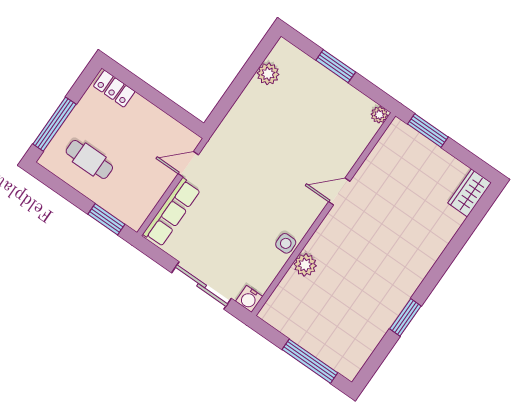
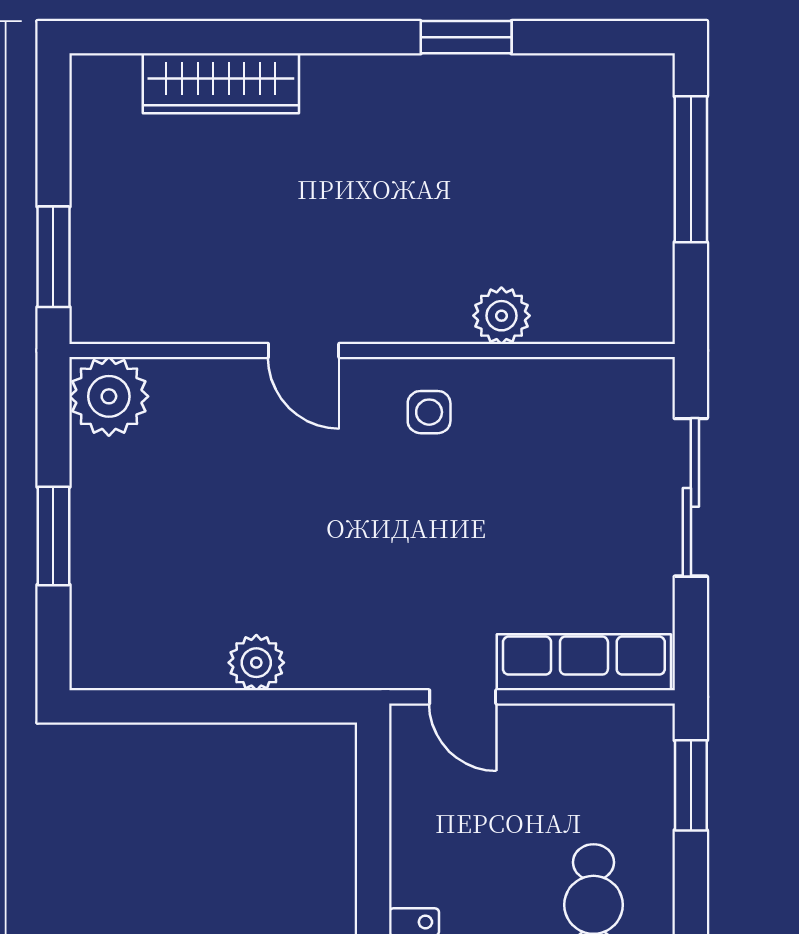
plant: (268, 74) -> (256, 663), moved
plant: (379, 115) -> (109, 396), width x1.87, depth x1.87
wardrobe: (470, 193) -> (221, 83), moved, width x1.50
side table: (286, 243) -> (429, 412), moved
water cooler: (249, 299) -> (650, 381), removed

